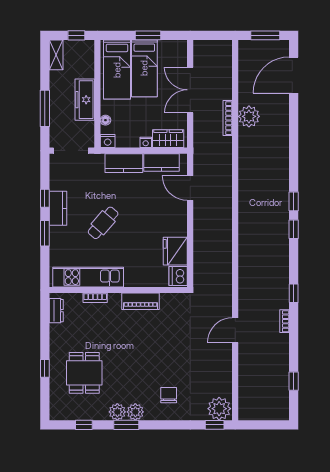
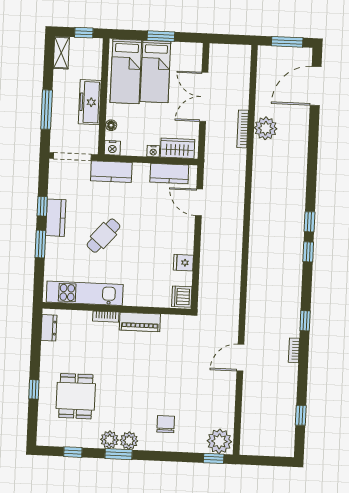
kitchen counter: (124, 163) -> (111, 172), moved
fridge: (175, 251) -> (183, 263), width x0.53, depth x0.75
bookcase: (95, 298) -> (106, 317), moved

